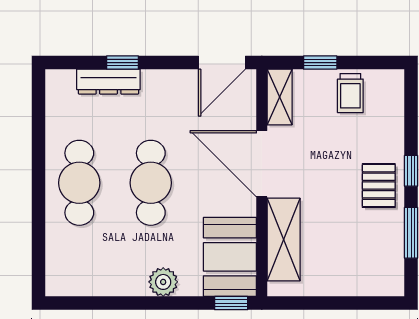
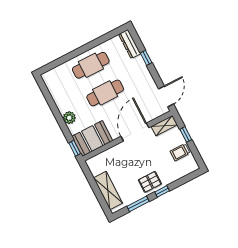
door: (222, 63) -> (166, 96), swing flipped
dresser: (108, 82) -> (130, 44), moved
shelving: (284, 240) -> (108, 191), moved, turned 90

